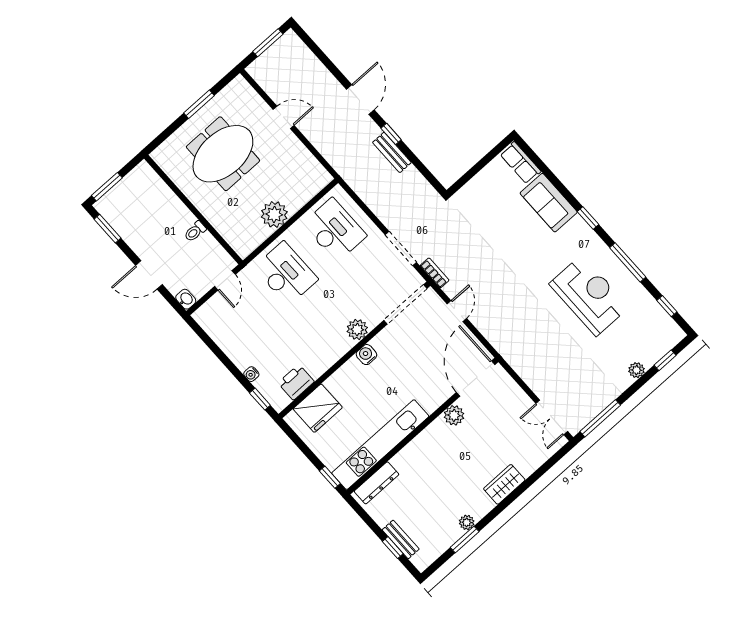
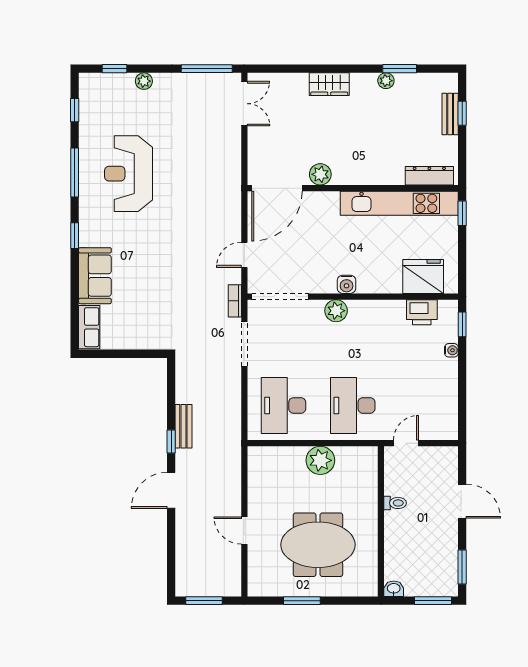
washbasin: (186, 299) -> (394, 589), moved, turned 90

